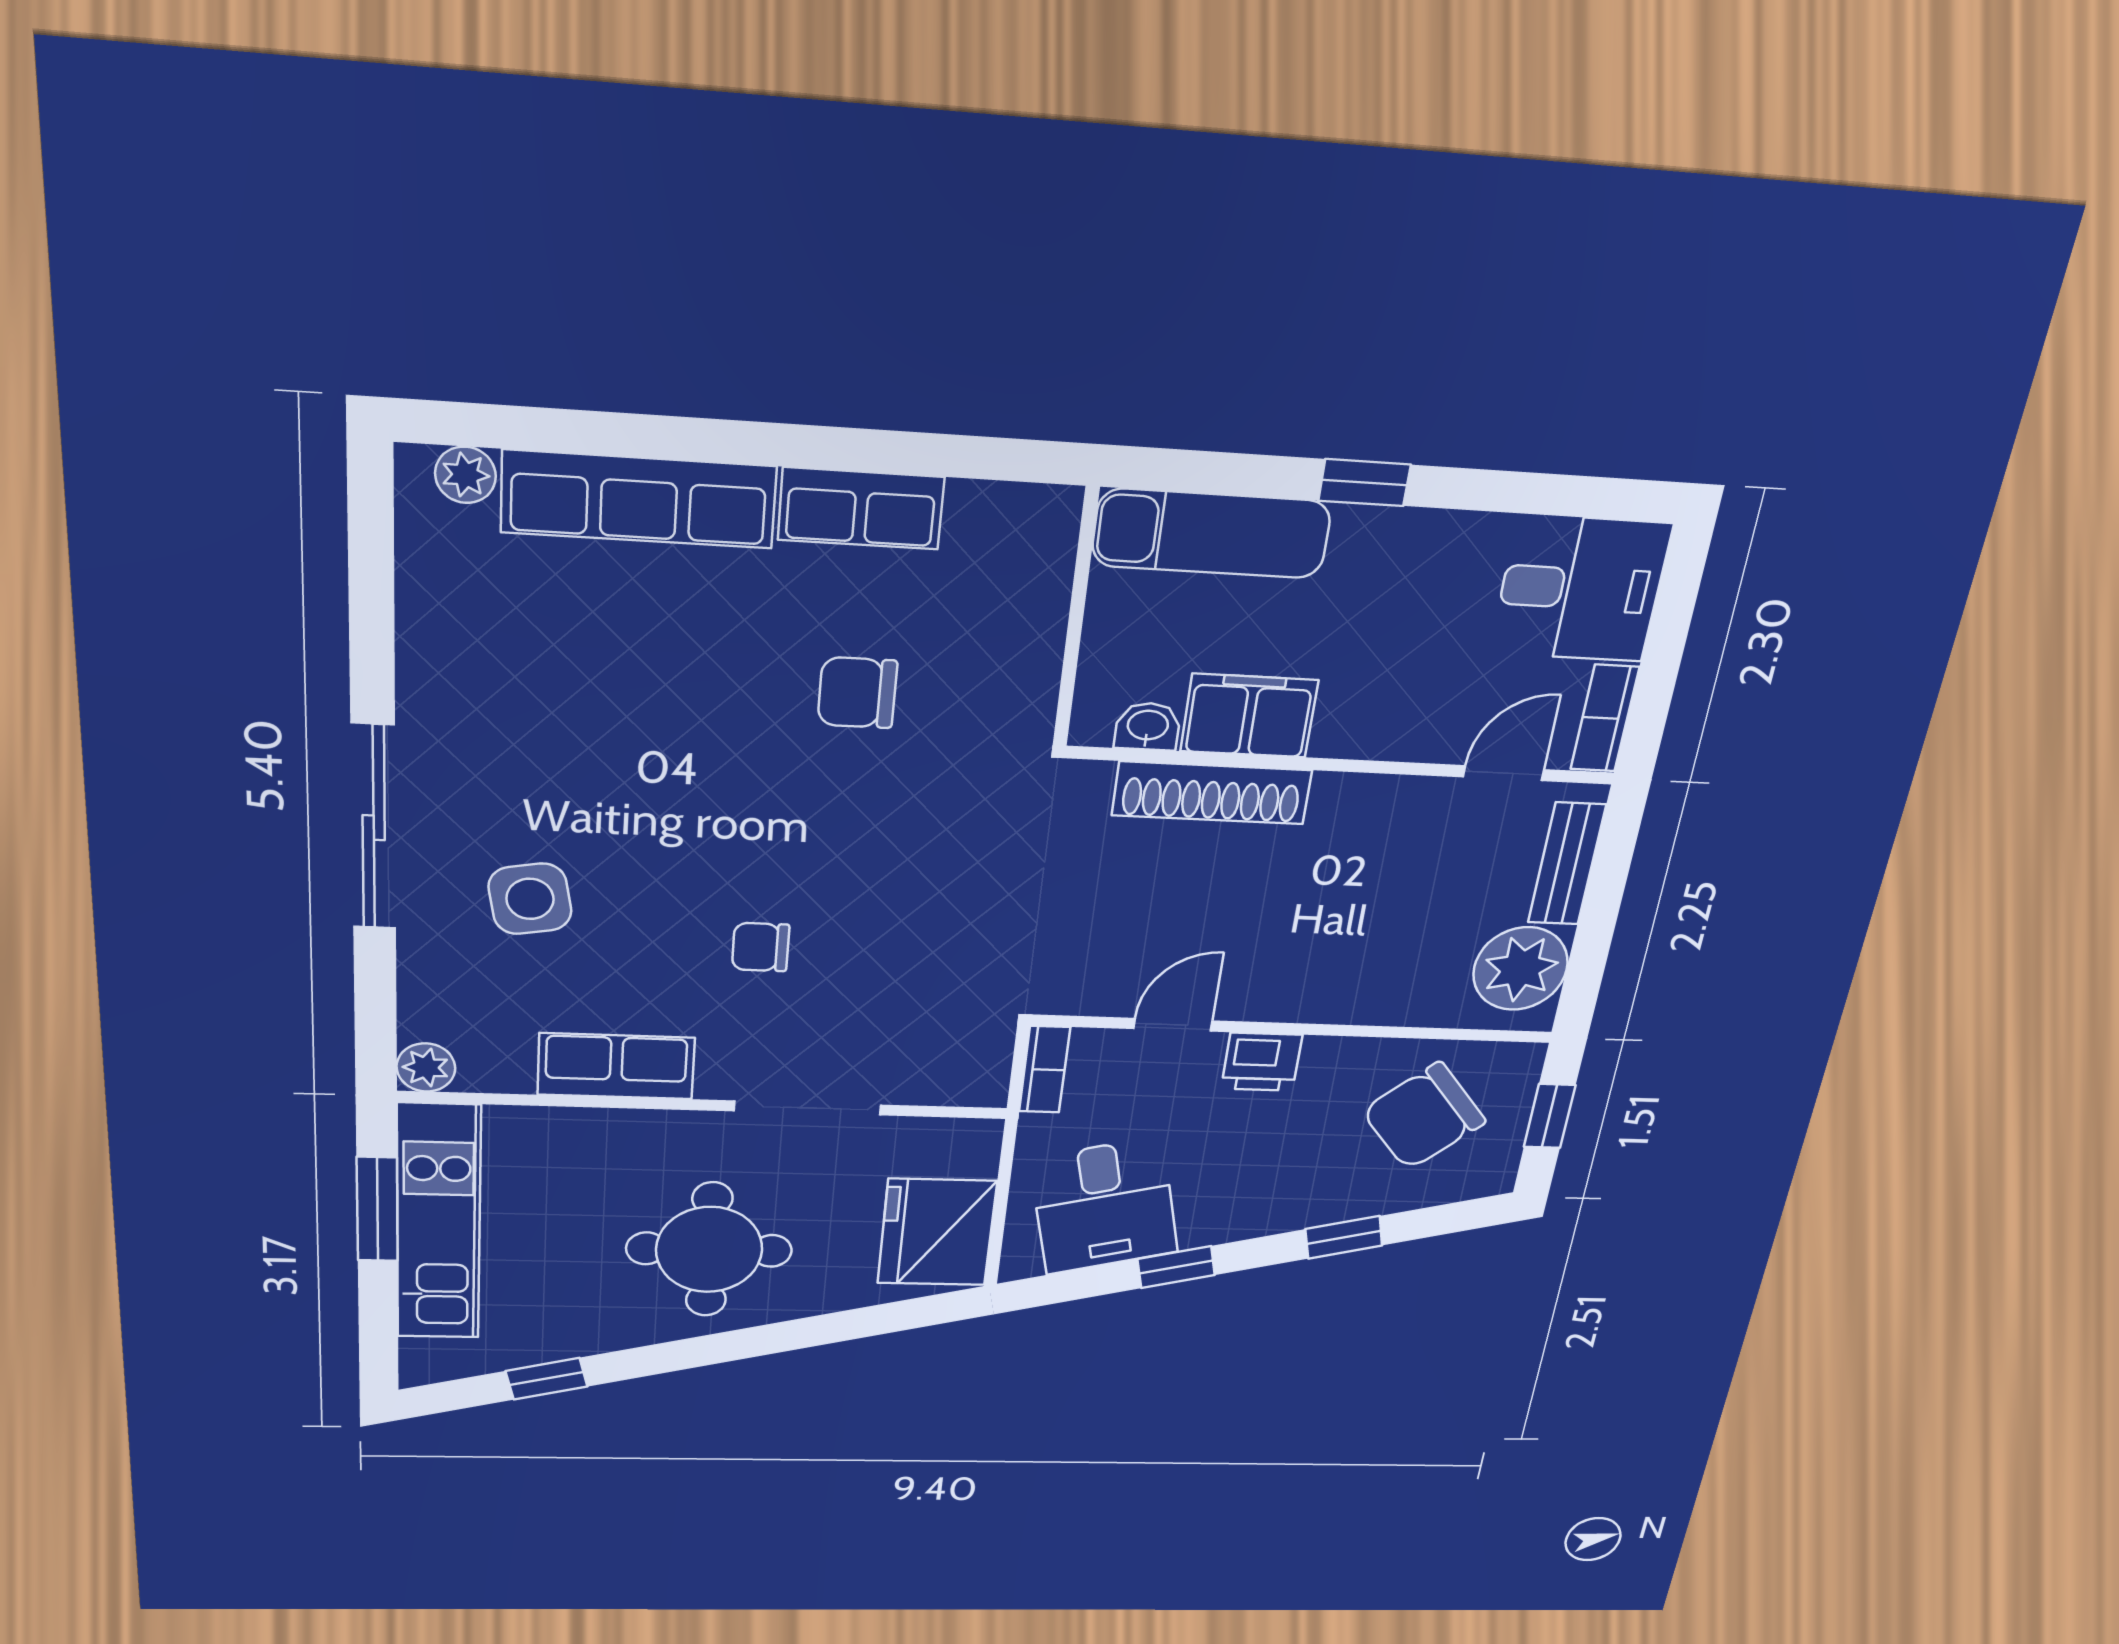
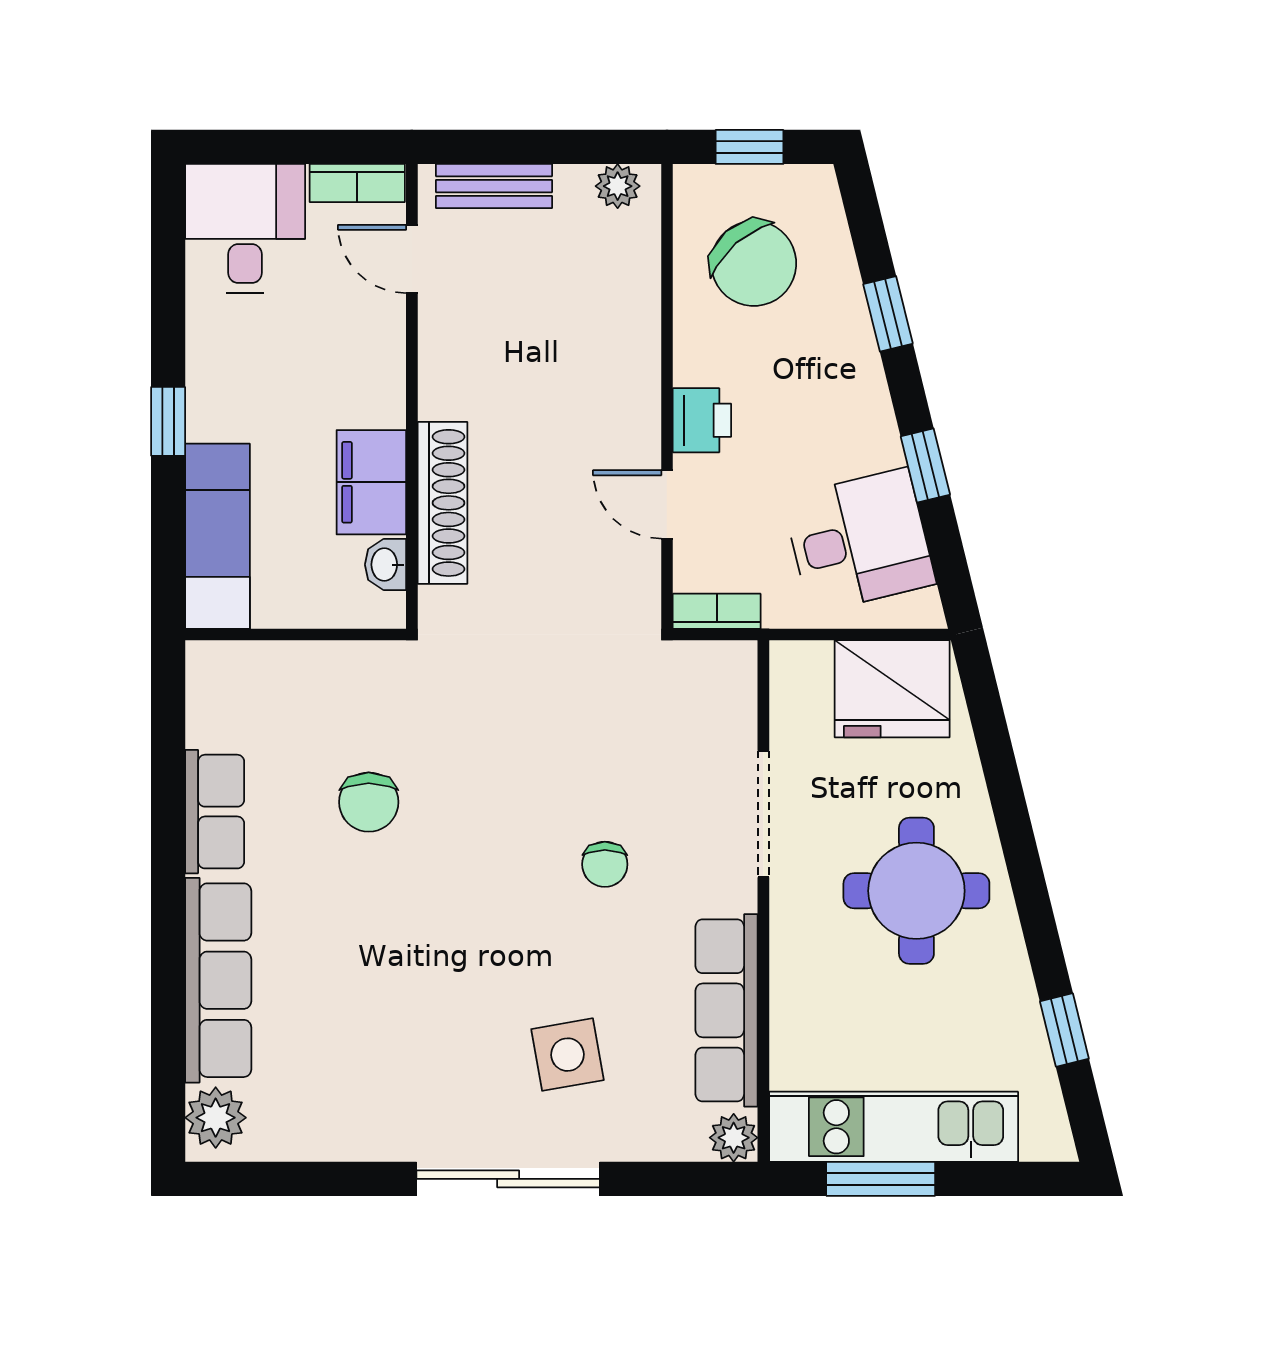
plant: (465, 475) -> (216, 1118), width x1.38, depth x1.38
plant: (1521, 969) -> (618, 186), width x0.53, depth x0.53
row of seats: (616, 1066) -> (727, 1010), width x1.48

